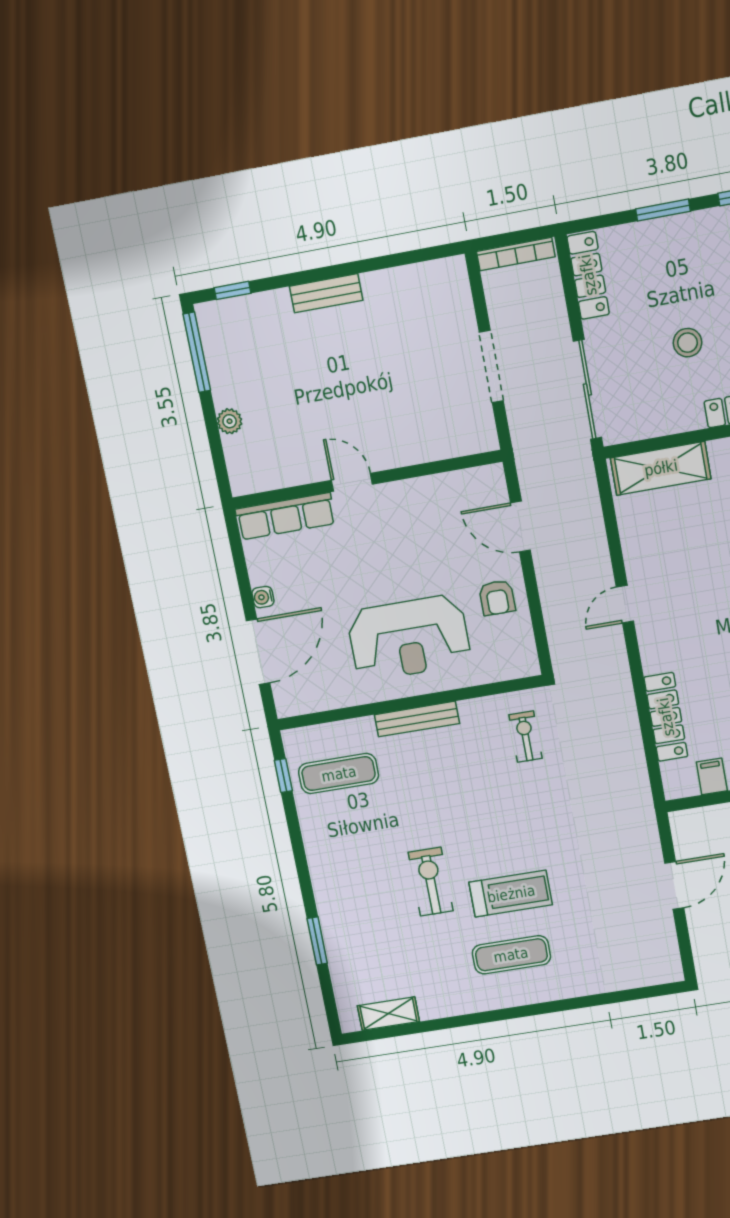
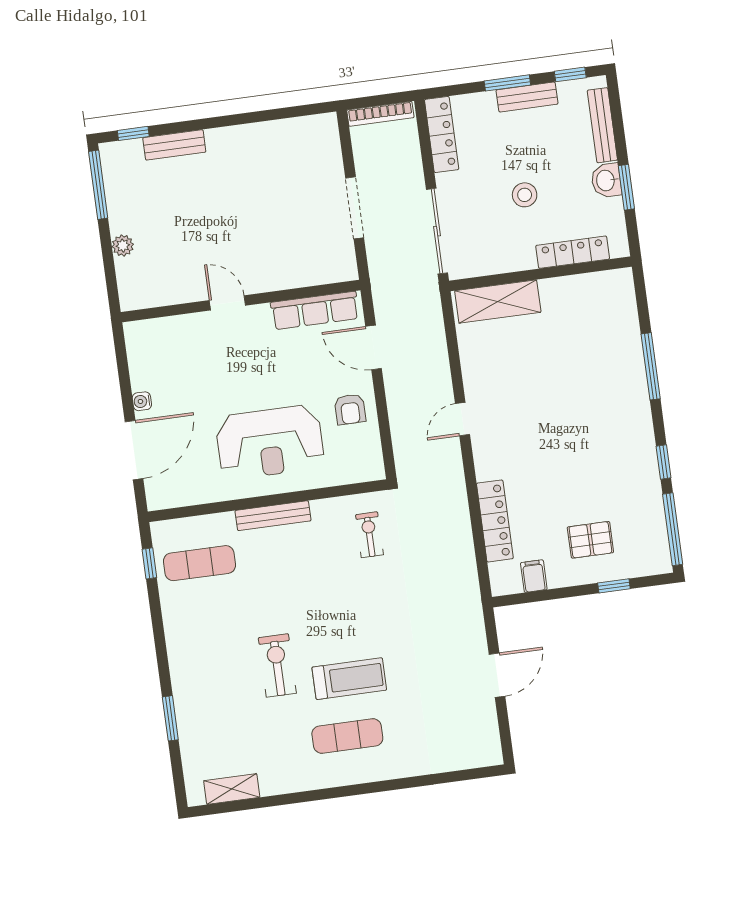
bench: (687, 226) -> (527, 97), added
bench: (326, 293) -> (174, 145), moved
row of seats: (285, 516) -> (315, 310), moved

